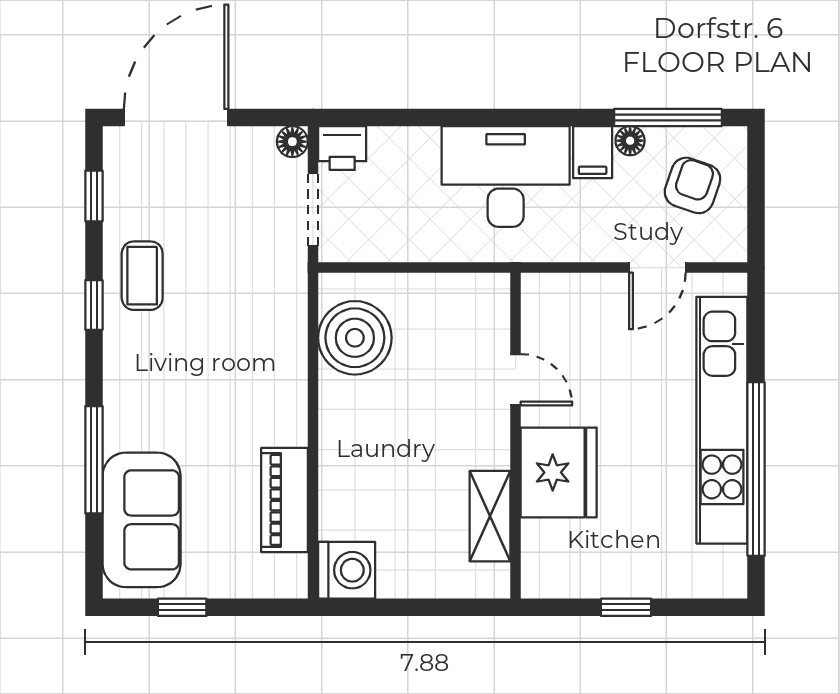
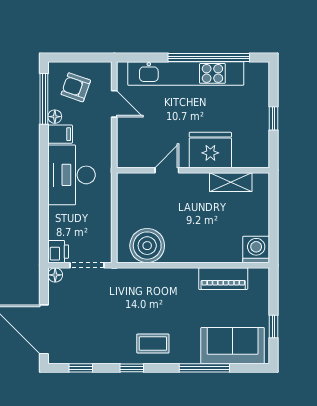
coffee table: (142, 276) -> (153, 344), moved

